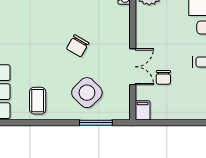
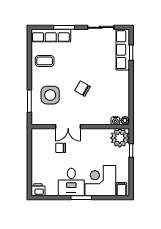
side table: (87, 93) -> (50, 95), turned 45
filing cabinet: (143, 110) -> (38, 134), removed

